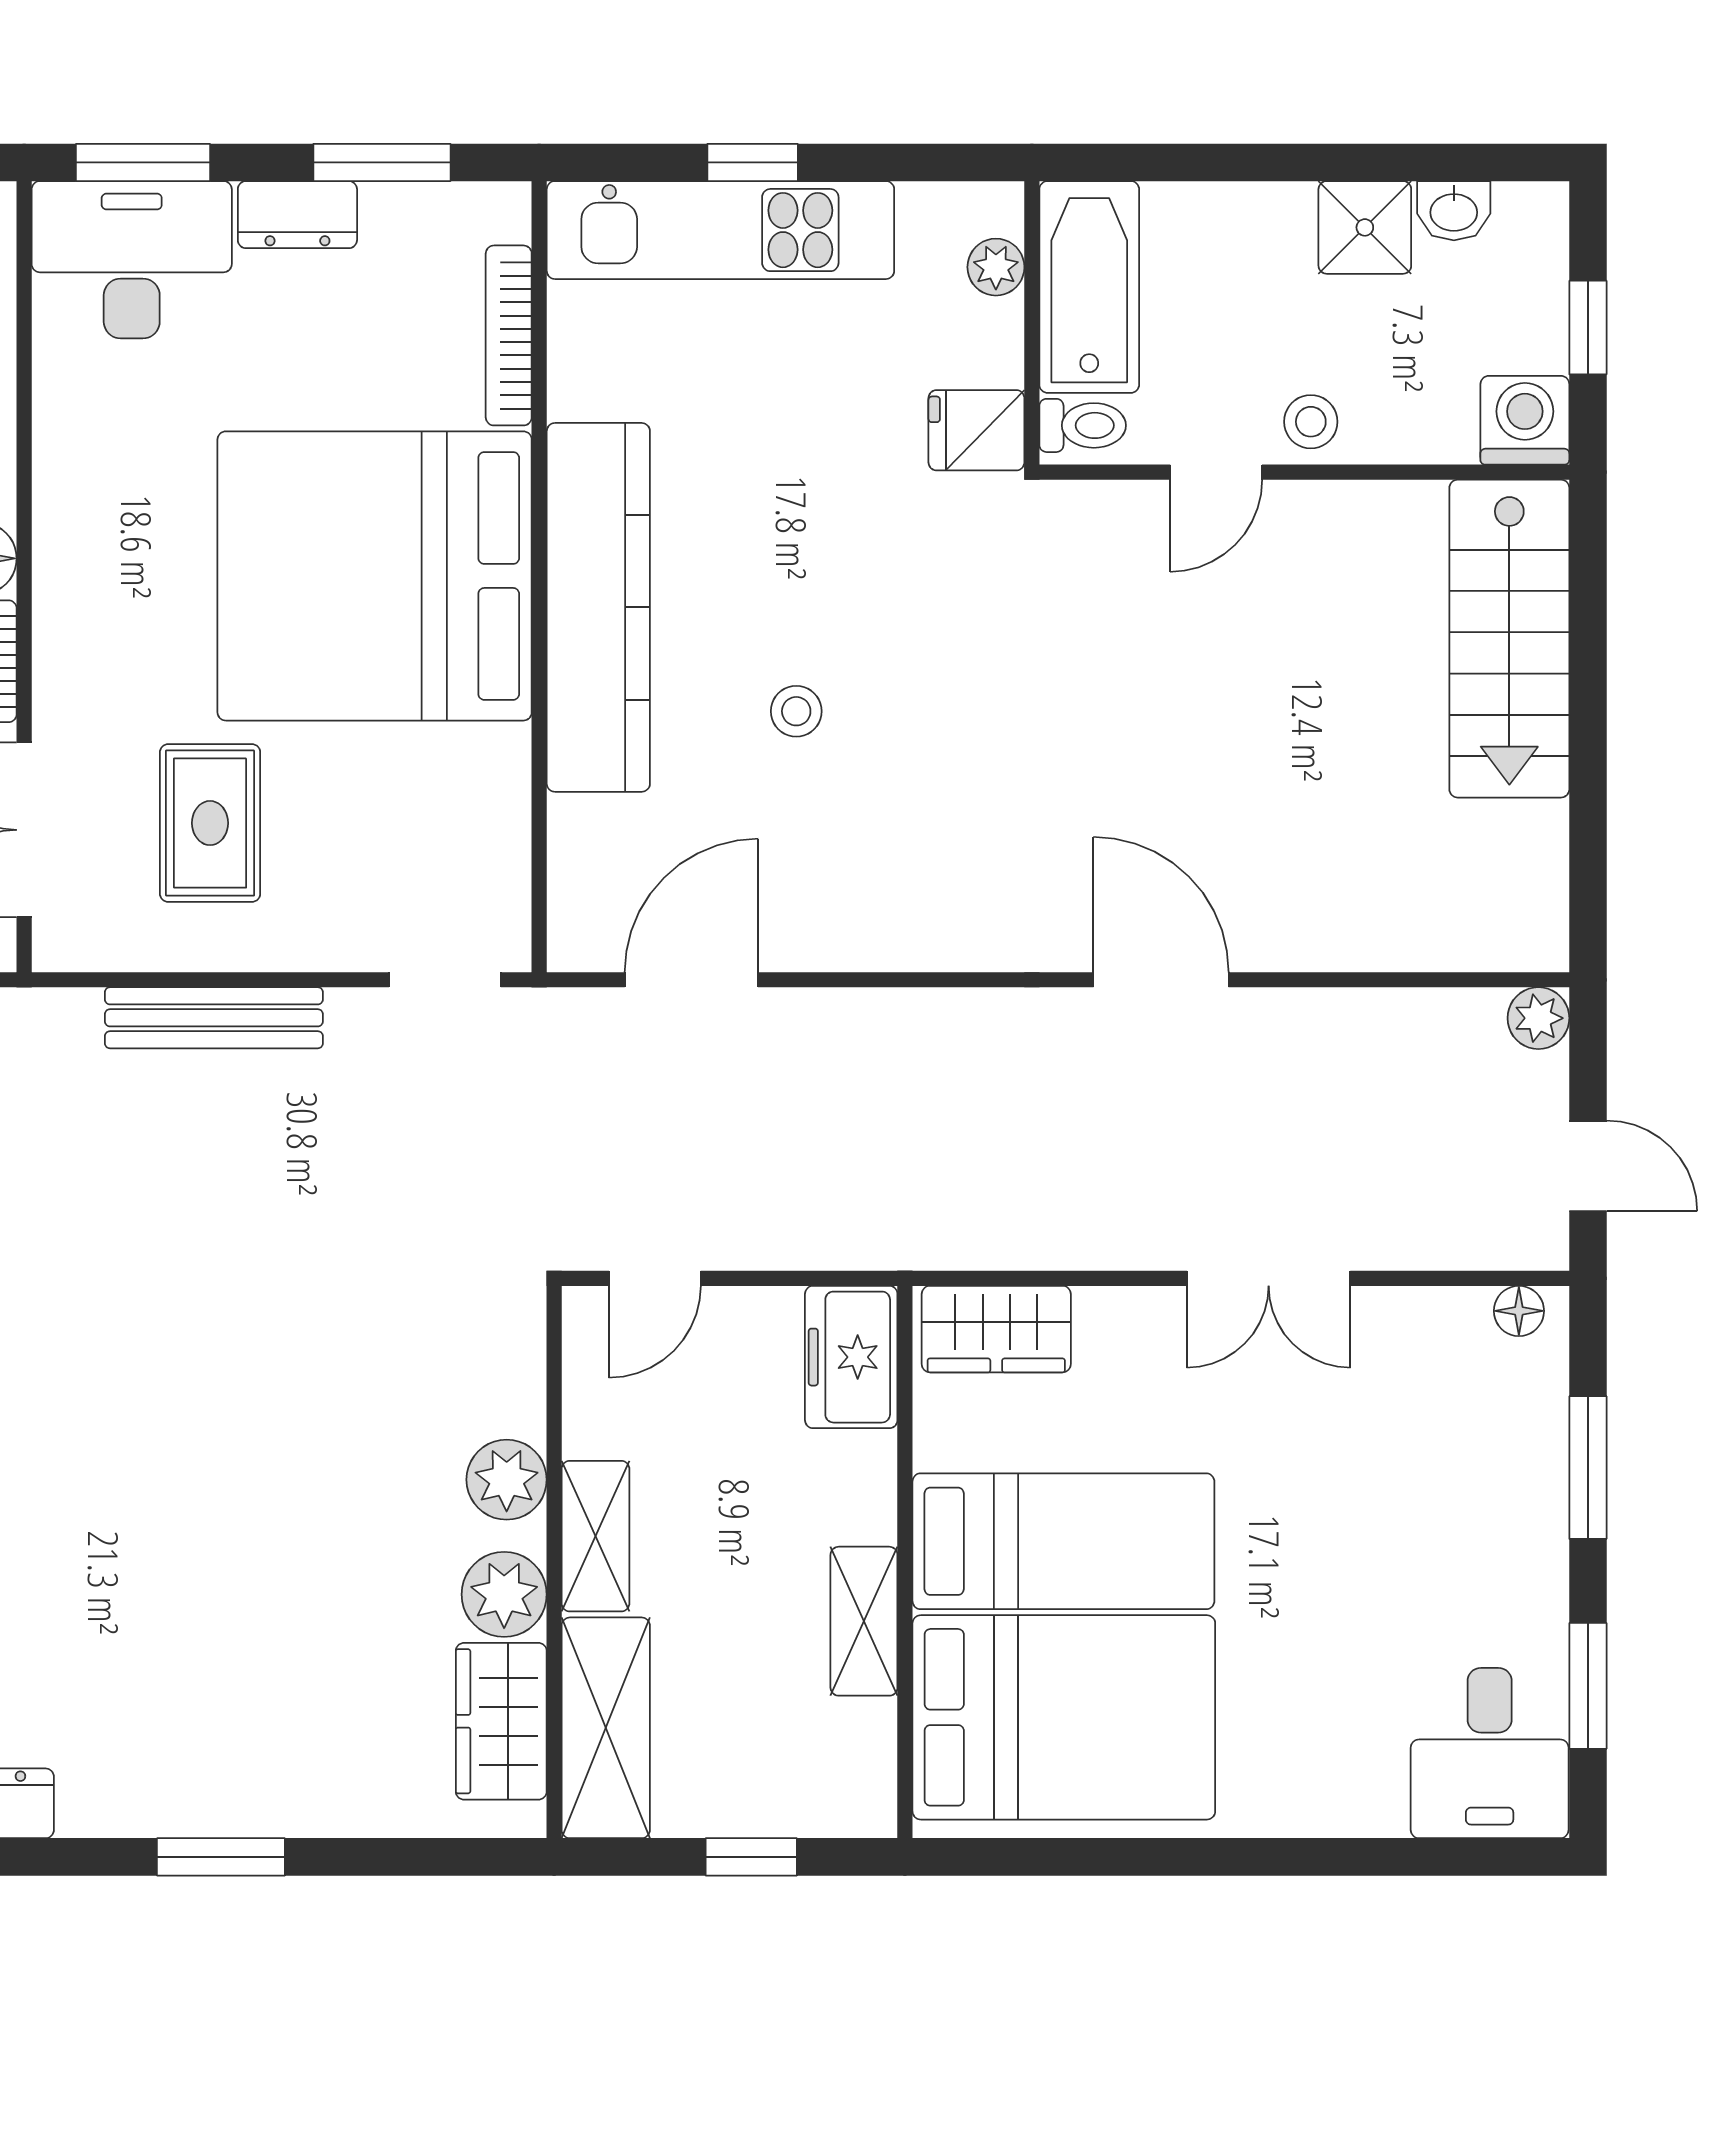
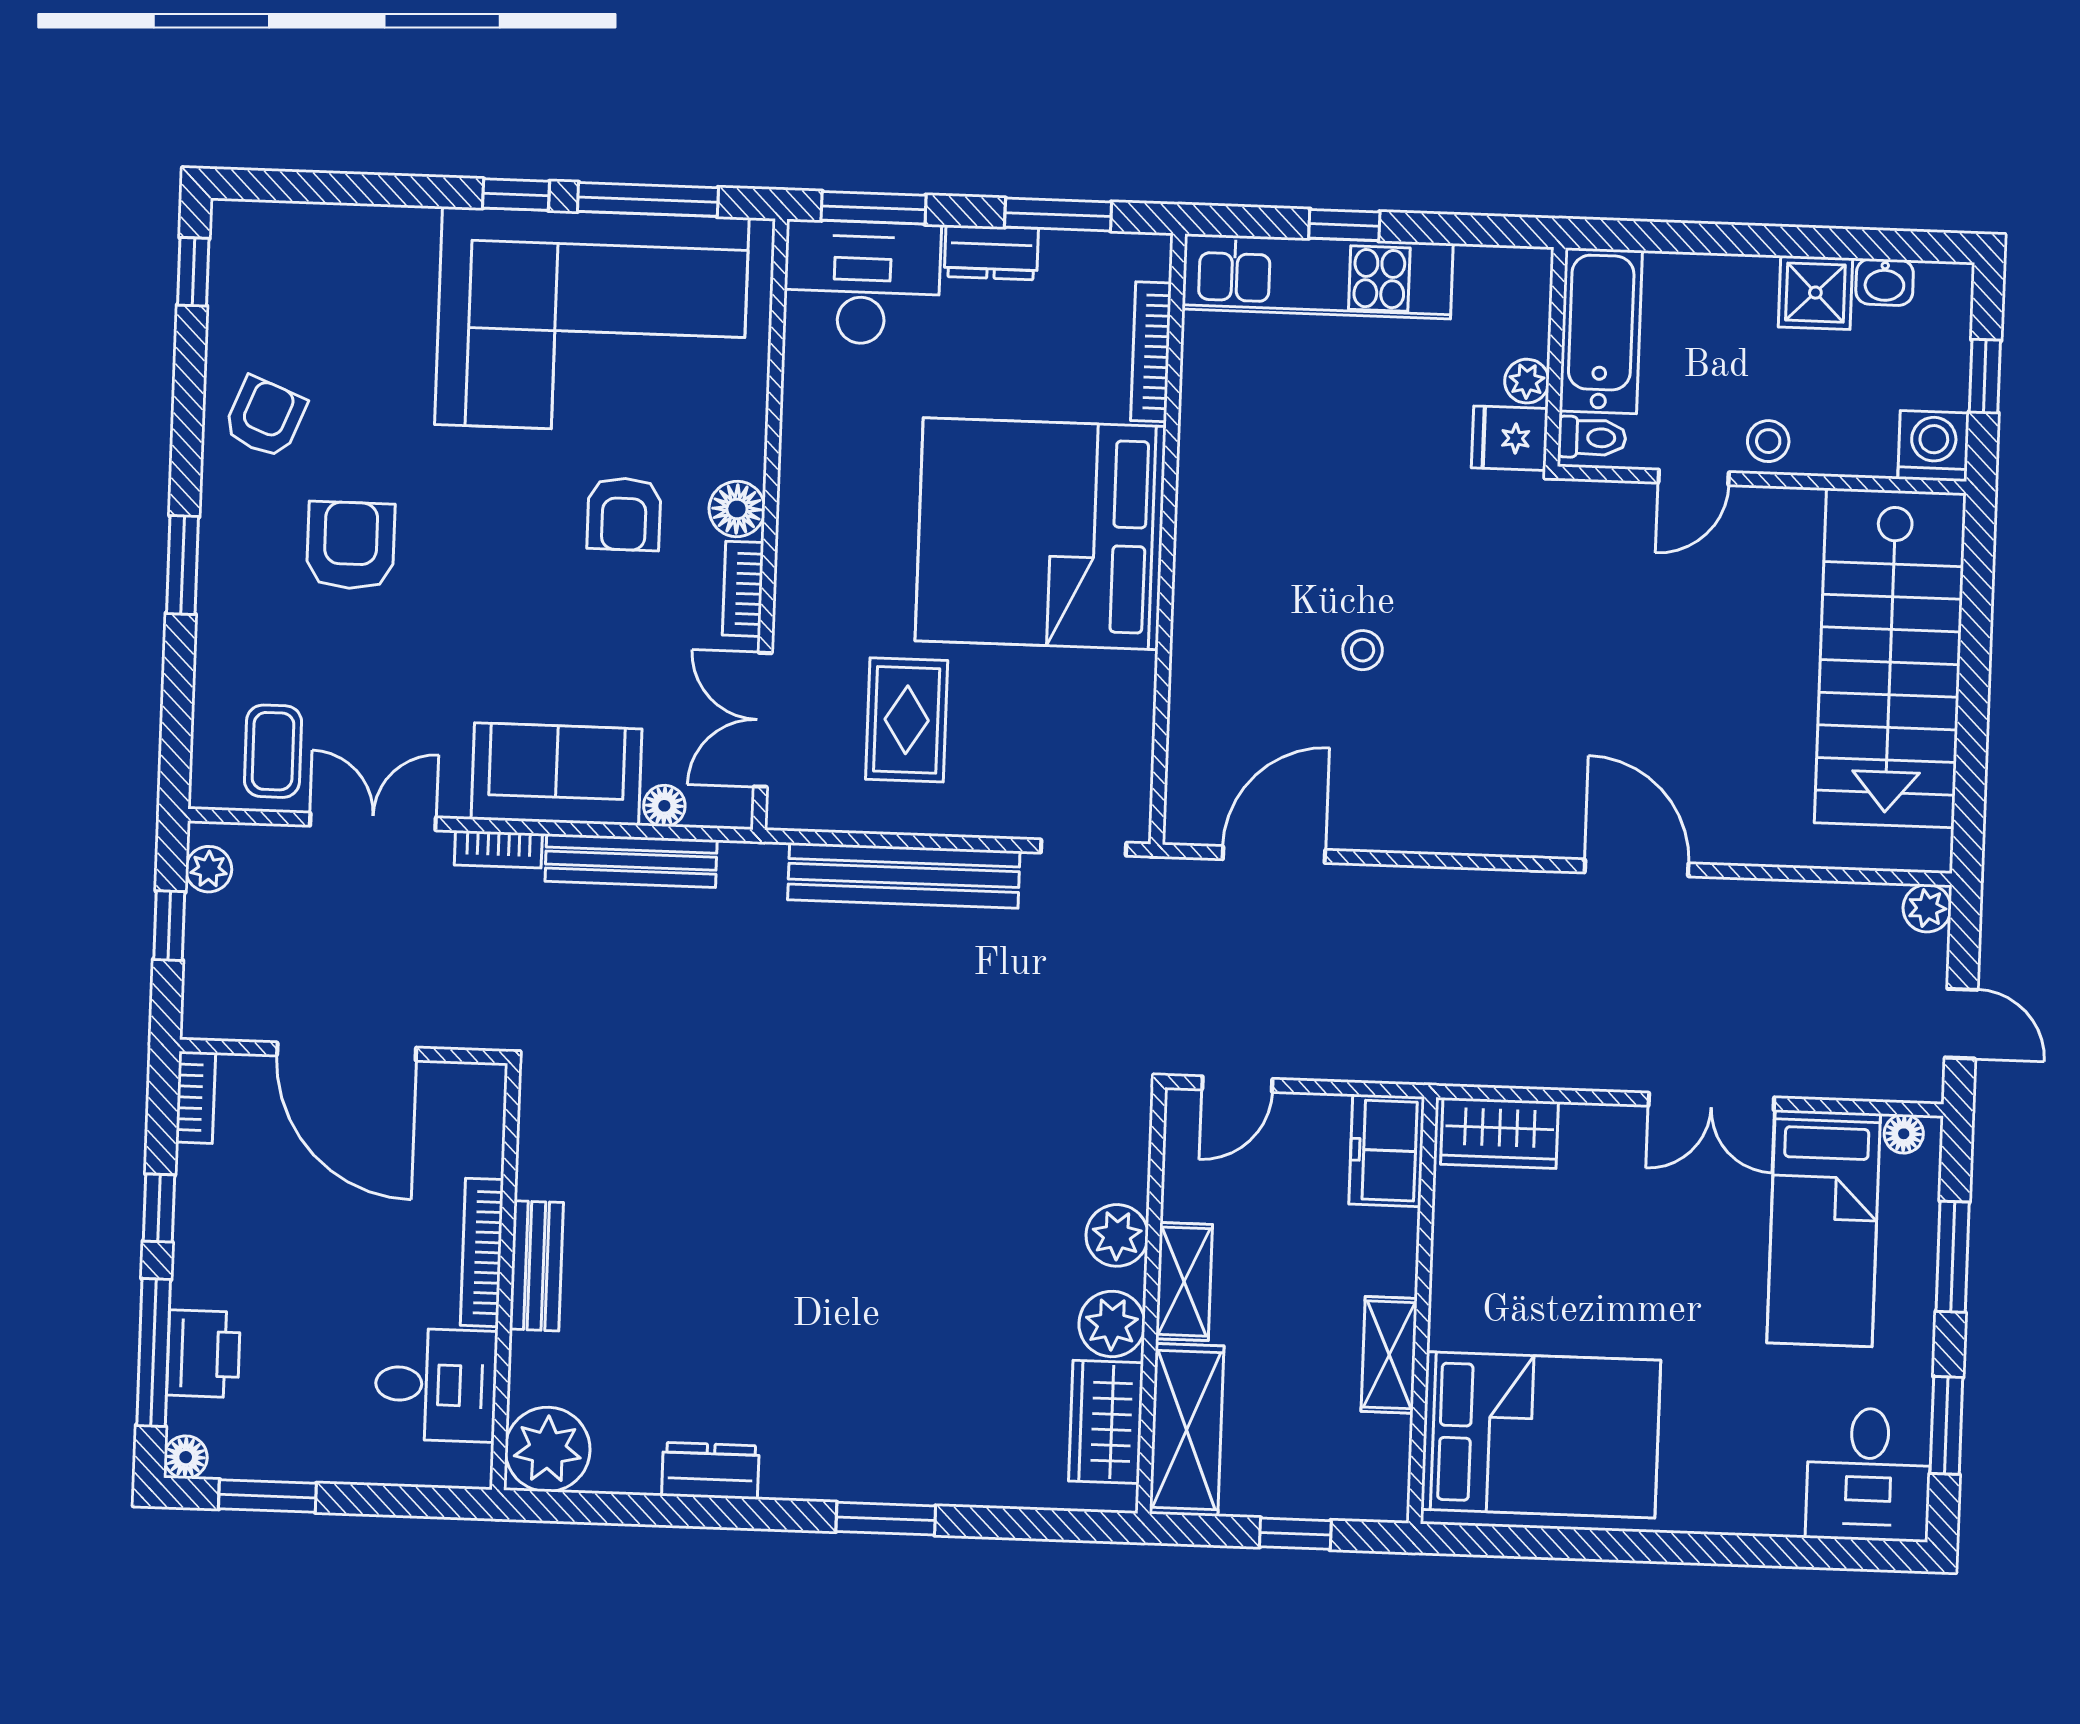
plant: (996, 267) -> (1527, 381), moved
kitchen counter: (598, 607) -> (1213, 564), removed
stairs: (1509, 639) -> (1890, 658), width x1.36, depth x1.51
bench: (214, 1018) -> (904, 875), width x1.37, depth x1.21
bed: (1063, 1541) -> (1824, 1228), moved, turned 90

